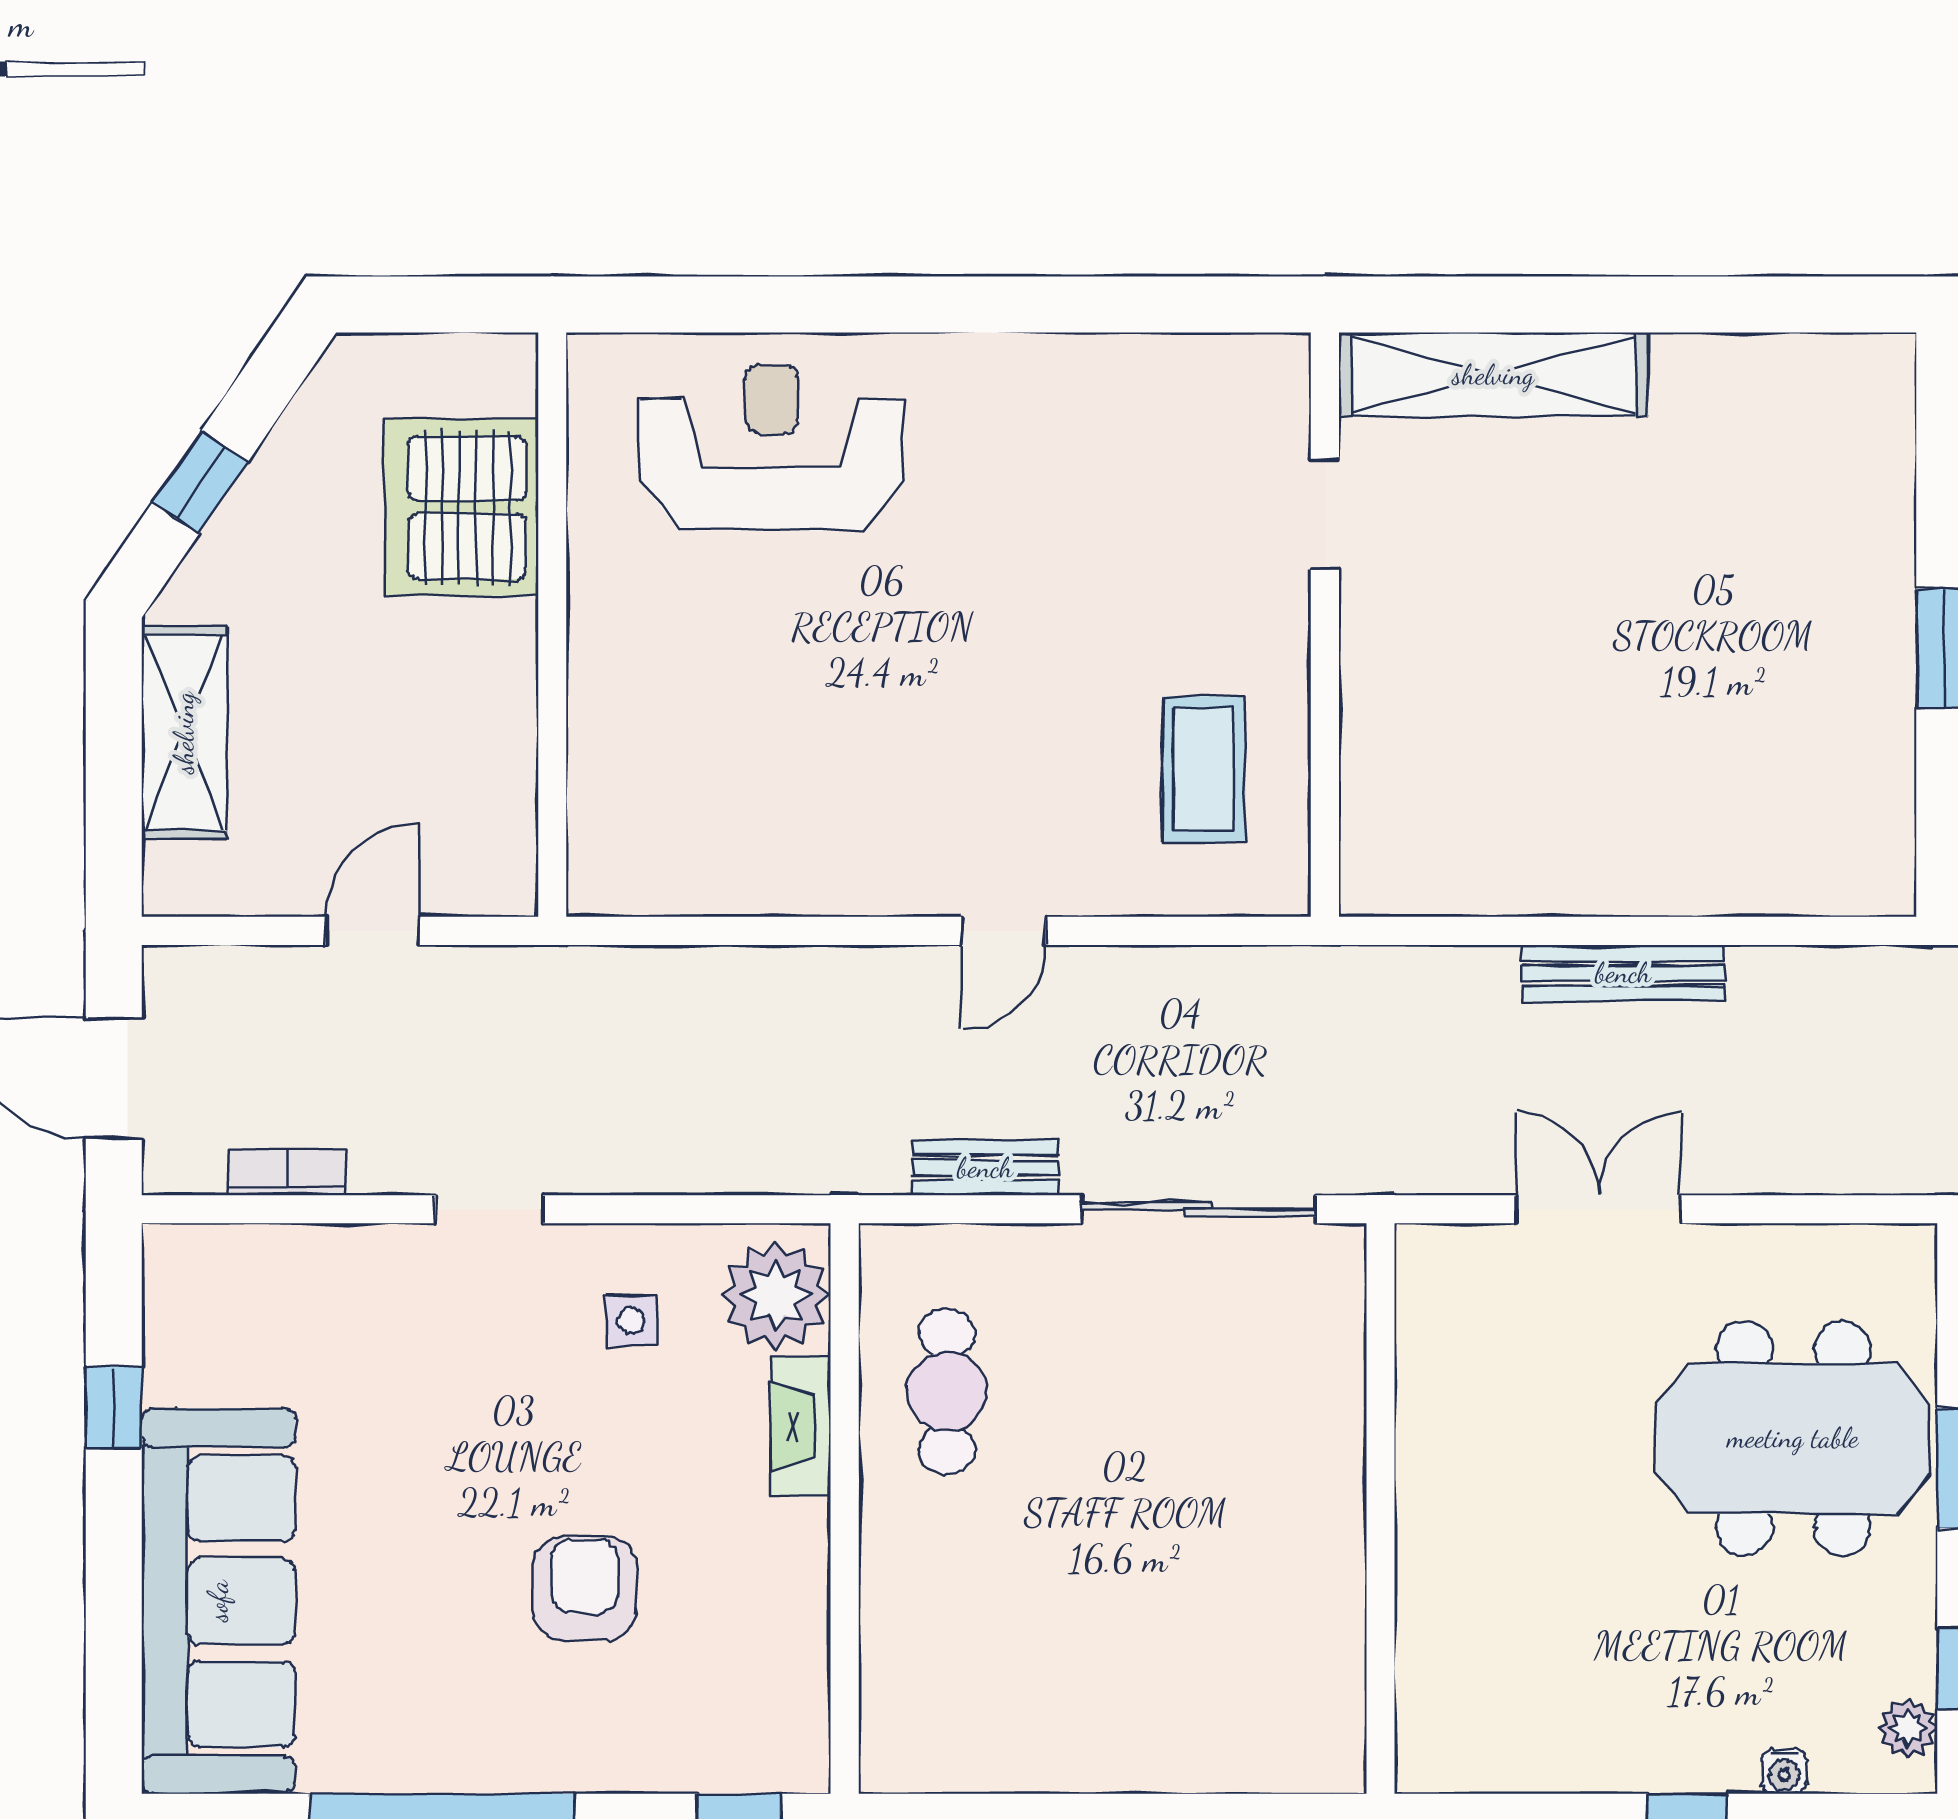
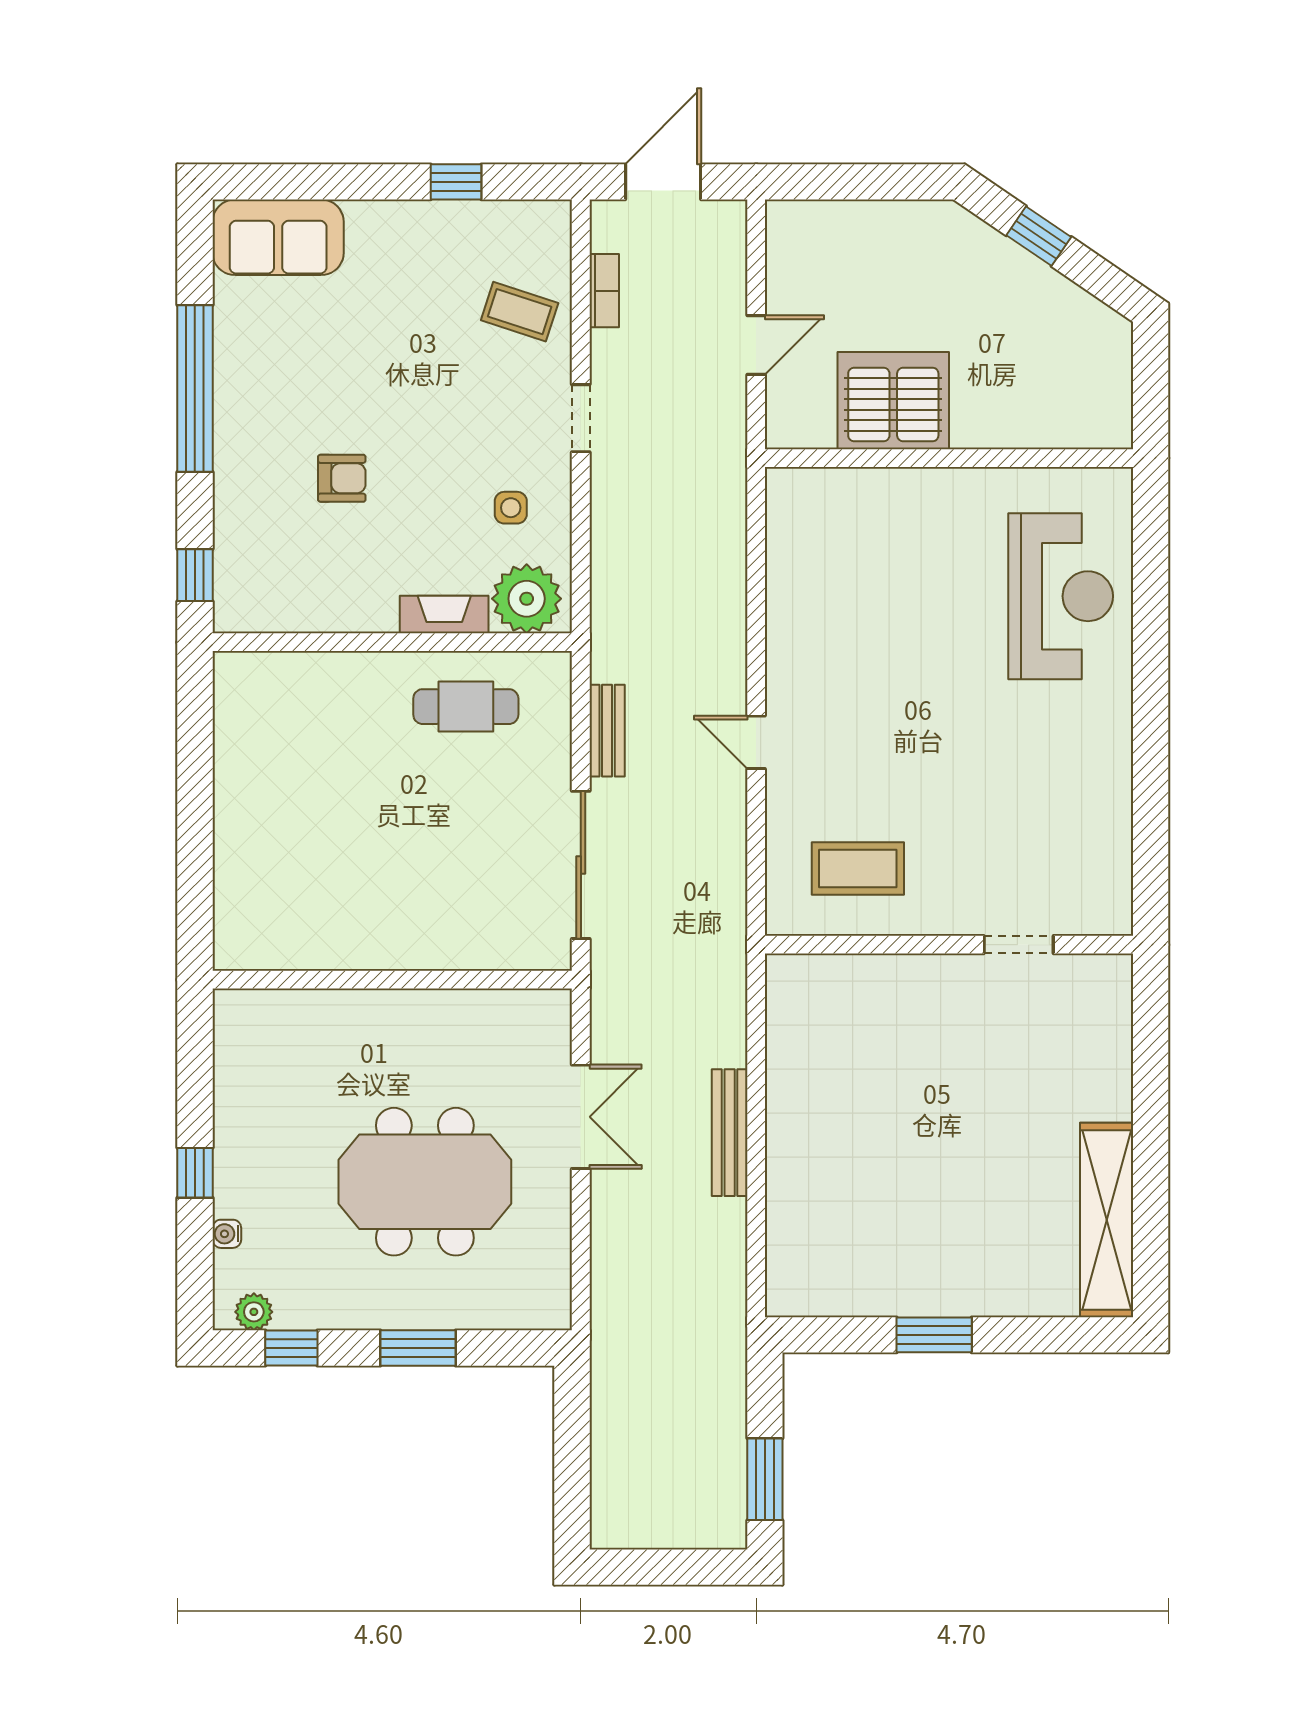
shelving: (1493, 375) -> (1107, 1220), moved
server rack: (461, 507) -> (893, 401), moved
shelving: (184, 733) -> (881, 226), removed
door: (373, 931) -> (756, 345), hinge flipped
coffee table: (320, 1306) -> (520, 312), added
meeting table: (1793, 1438) -> (425, 1182), moved, turned 90
armchair: (584, 1589) -> (342, 478), width x0.72, depth x0.72
sofa: (218, 1601) -> (278, 237), width x0.54, depth x0.79

